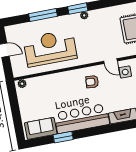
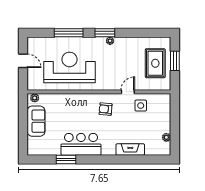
door: (110, 61) -> (128, 92), swing flipped
bar counter: (82, 119) -> (81, 144), width x0.73
sofa: (41, 128) -> (36, 121), moved, turned 90

